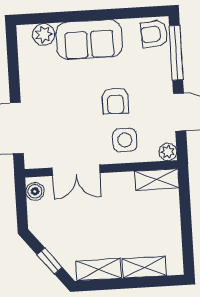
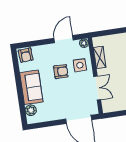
window: (176, 53) -> (34, 43), removed
shelving: (157, 180) -> (100, 57), moved
boiler: (35, 191) -> (109, 108), removed

